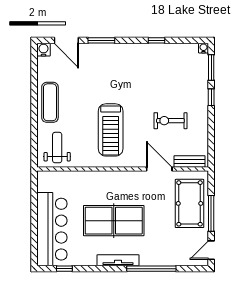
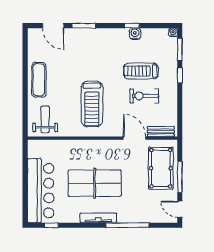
water cooler: (43, 50) -> (135, 34), moved
treadmill: (167, 92) -> (141, 71), added
door: (211, 250) -> (180, 209), hinge flipped

